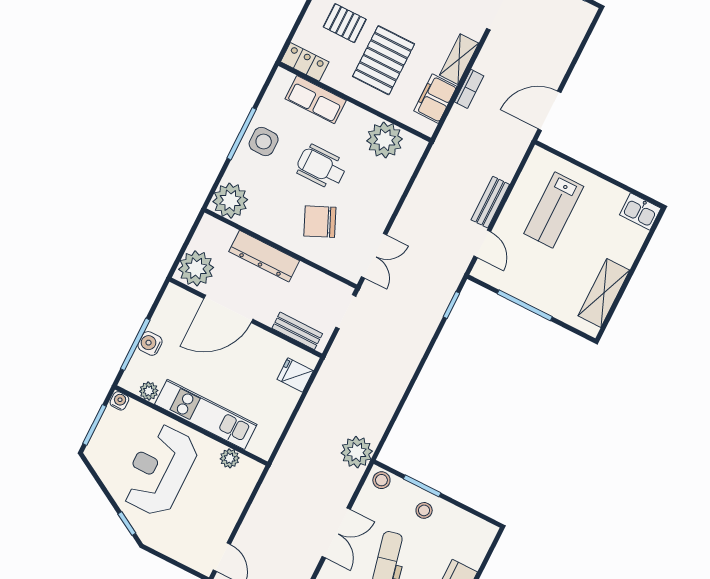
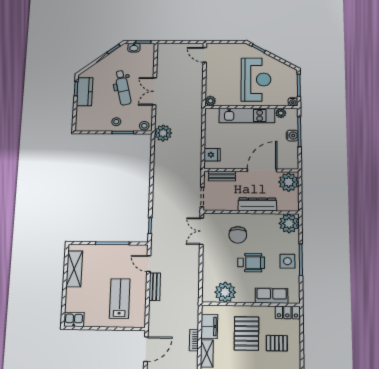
chair: (320, 222) -> (238, 235), turned 114
plant: (230, 458) -> (210, 101), moved

